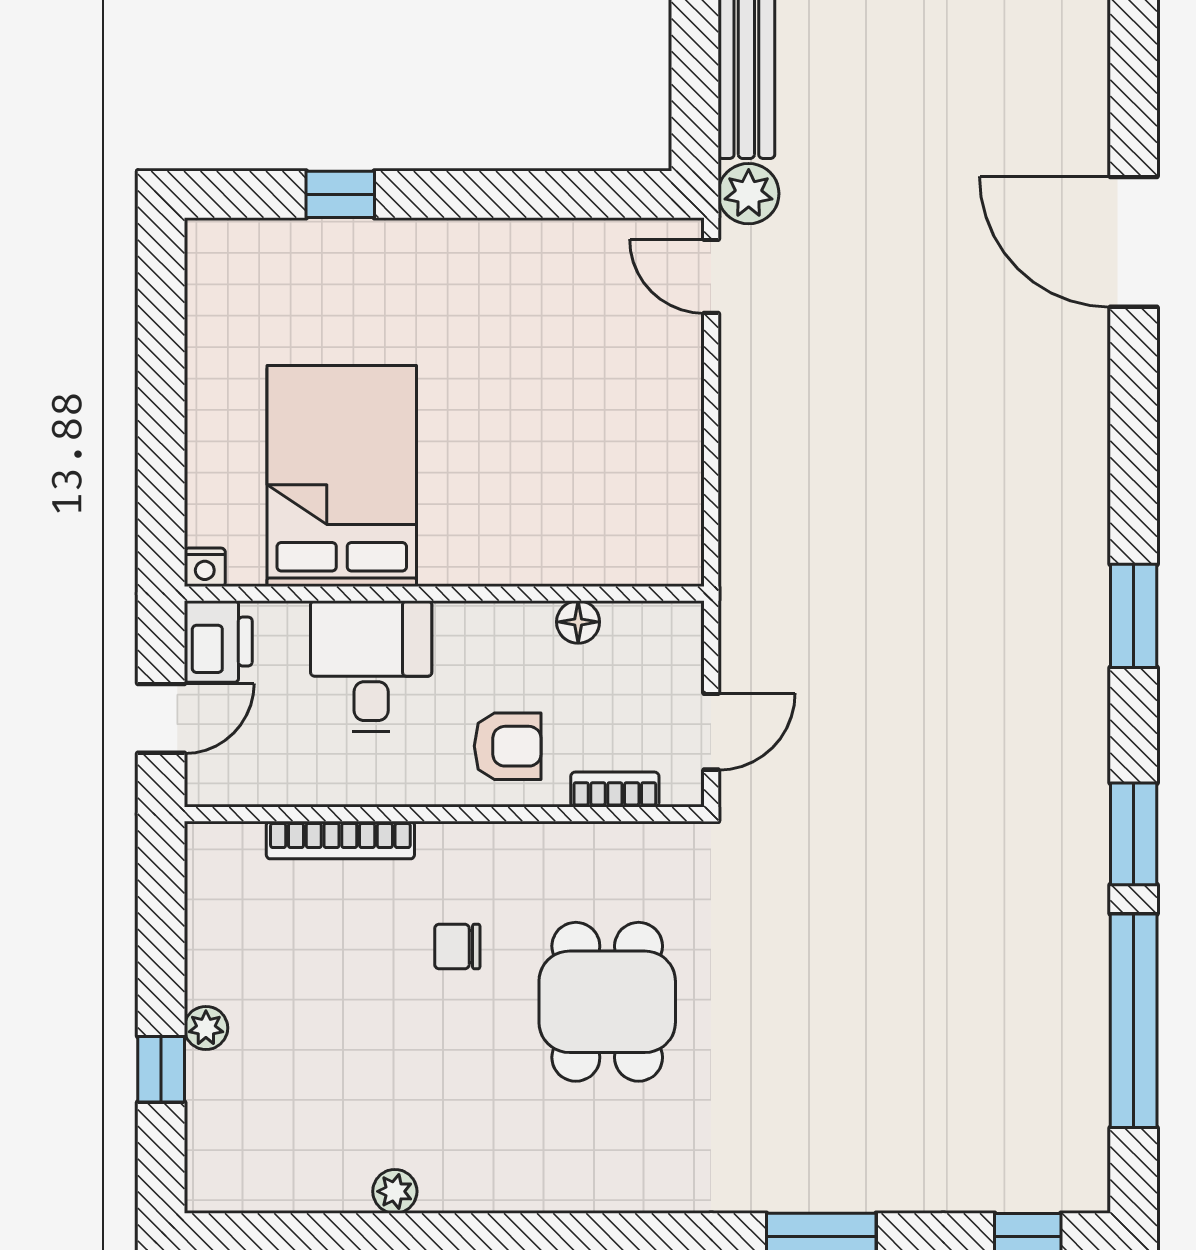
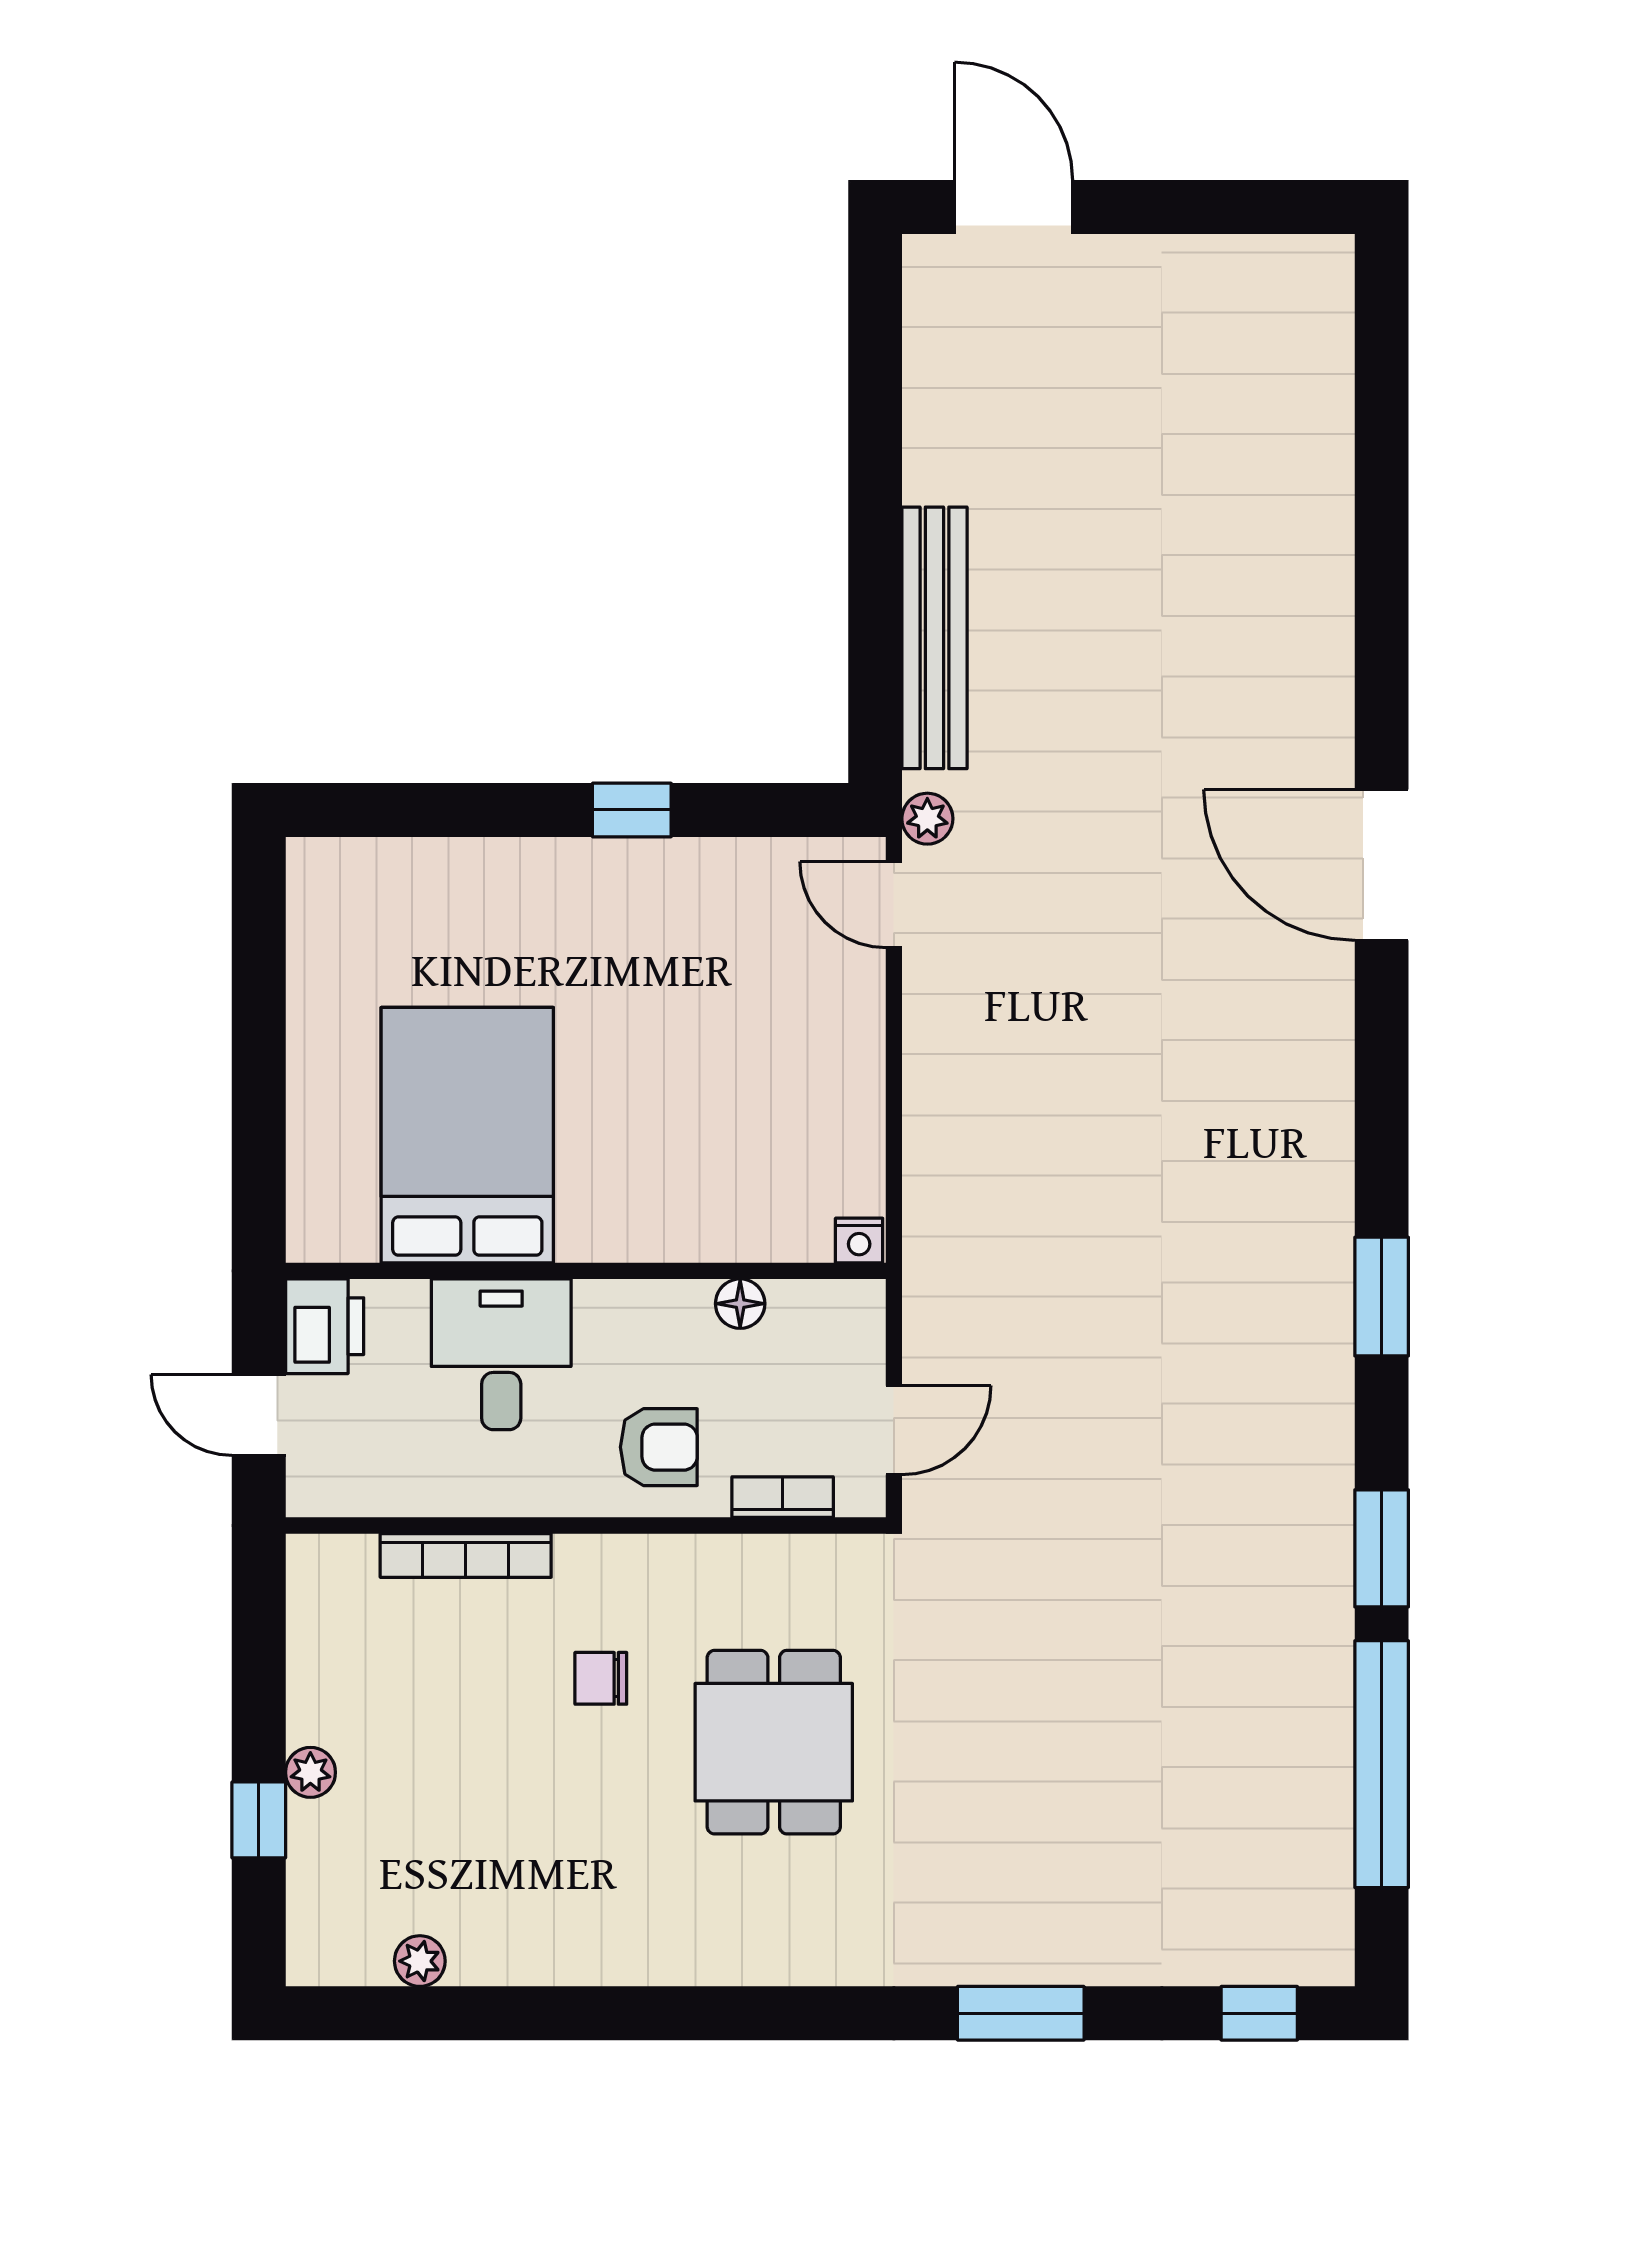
window: (340, 194) -> (632, 810), moved
plant: (749, 194) -> (927, 819), width x0.73, depth x0.73
nightstand: (205, 567) -> (859, 1241), moved
door: (161, 718) -> (259, 1415), swing flipped
plant: (395, 1191) -> (420, 1961), moved

